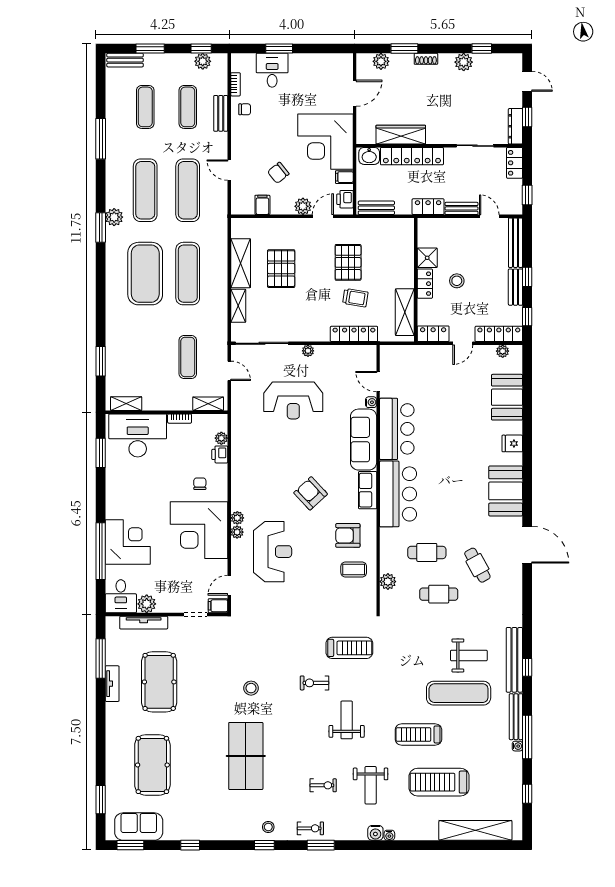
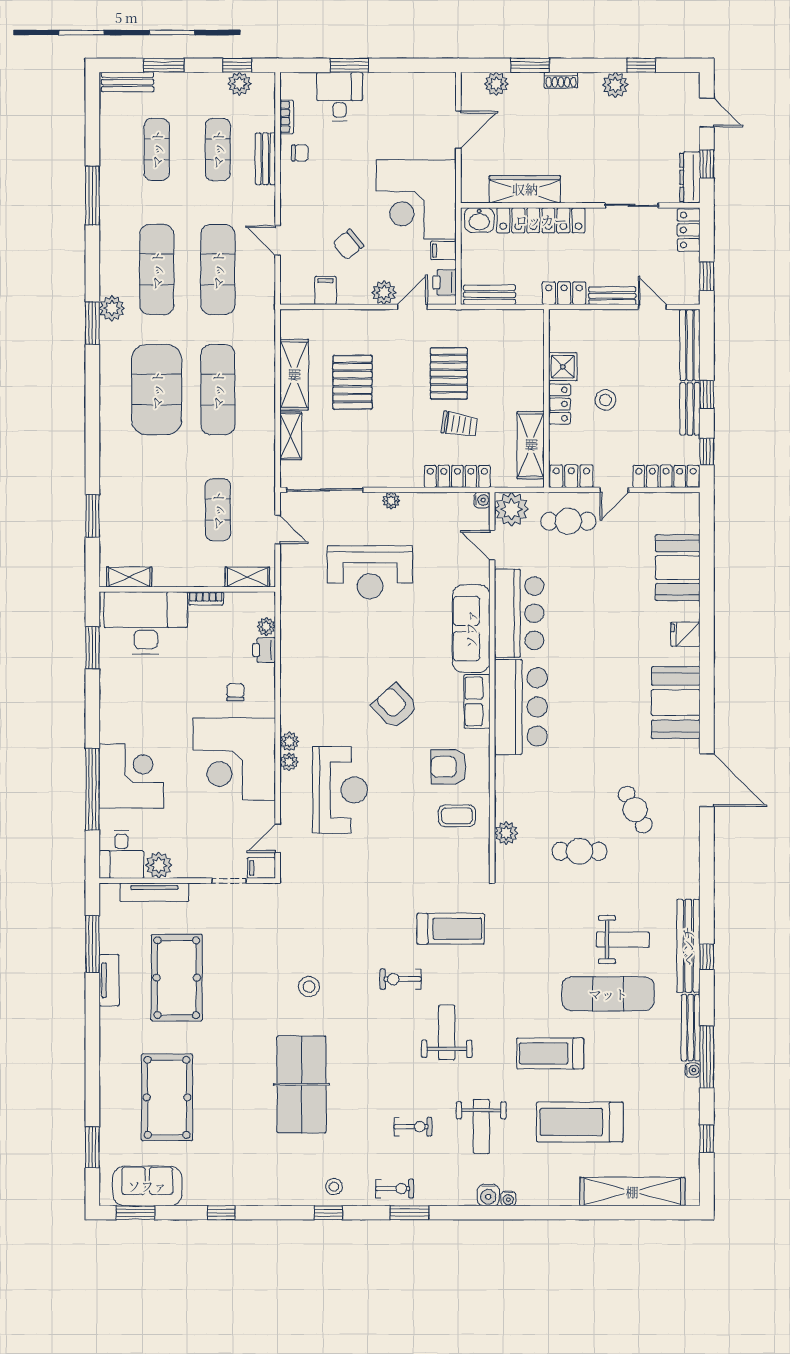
plant: (503, 351) -> (512, 509), moved, width x1.88, depth x1.88
water cooler: (371, 402) -> (482, 500), moved
cafe table: (427, 552) -> (568, 521), moved

